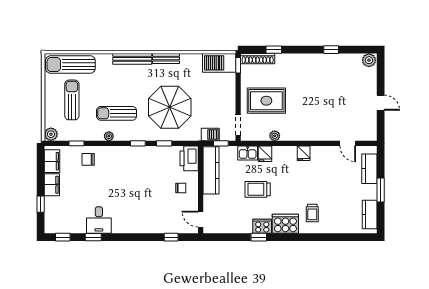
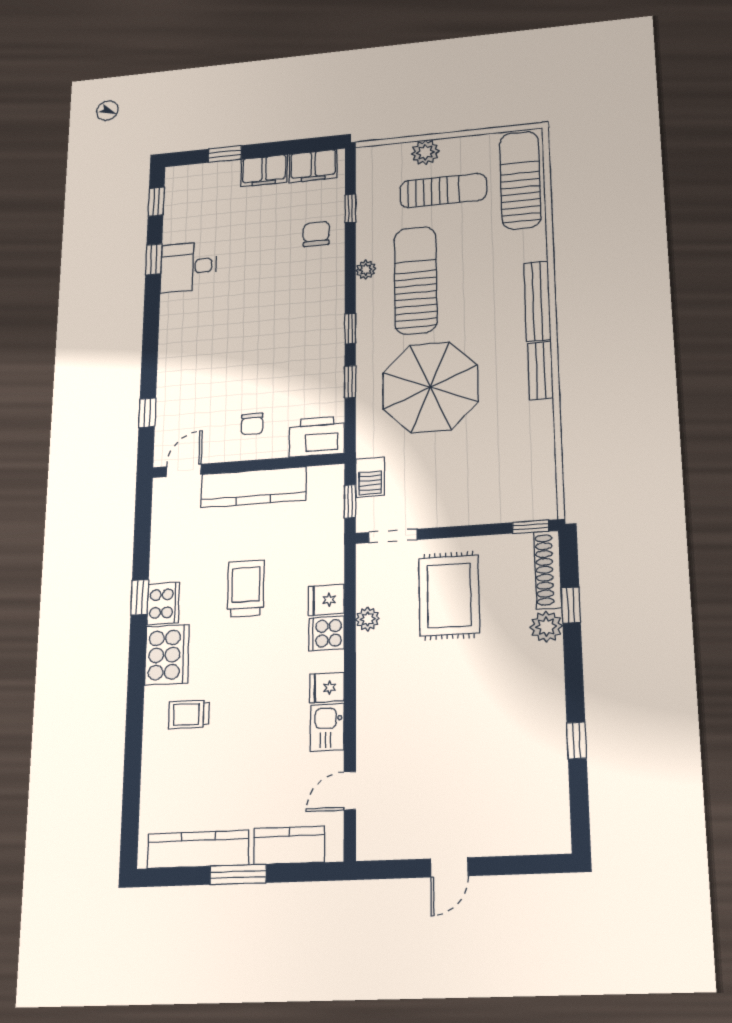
plant: (369, 60) -> (546, 627), moved
barbecue: (219, 63) -> (535, 485), removed
sun lounger: (116, 113) -> (416, 280), width x1.36, depth x1.34
plant: (51, 134) -> (425, 152), moved
kitchen sink: (248, 153) -> (327, 727), moved
cooker: (280, 154) -> (326, 633), added
kitchen counter: (211, 170) -> (254, 487), moved
kitchen counter: (370, 215) -> (198, 849), width x1.50

